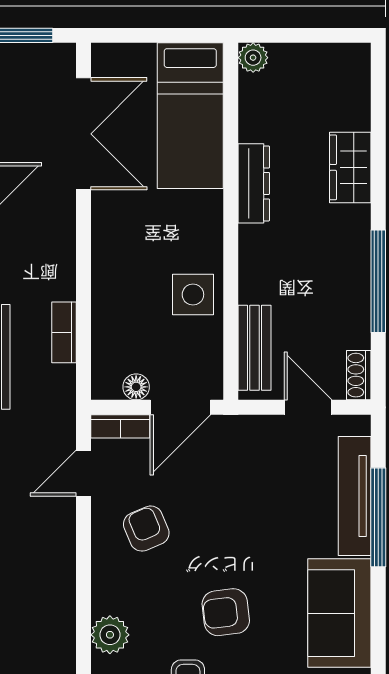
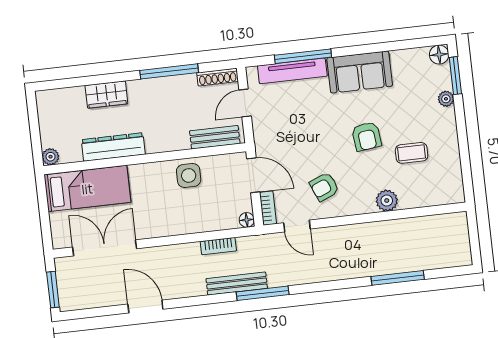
dresser: (254, 183) -> (113, 147), width x1.37, depth x1.24
shoe rack: (359, 375) -> (218, 77), width x1.43
floor lamp: (136, 387) -> (247, 220), moved

